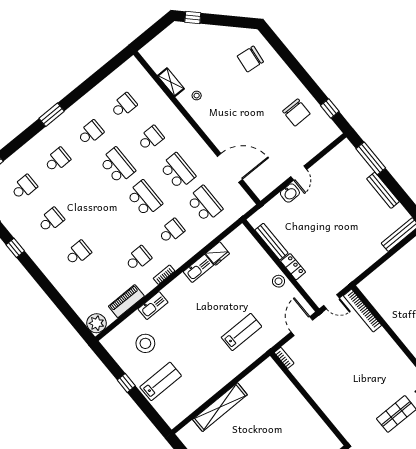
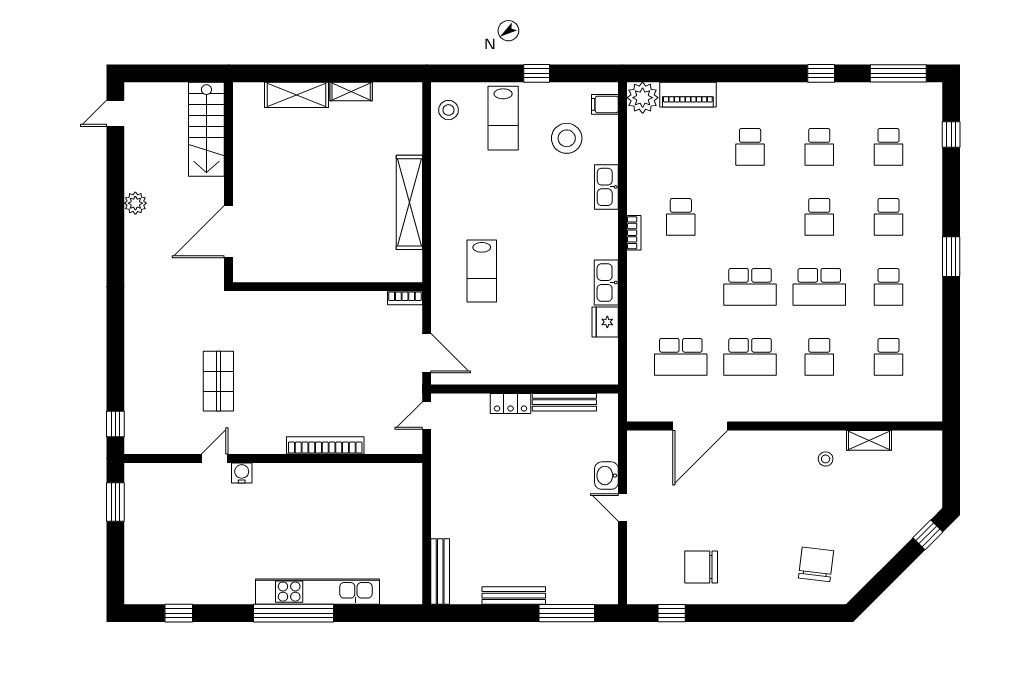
school desk: (171, 231) -> (819, 217), moved
stool: (279, 281) -> (448, 110), moved
piano: (126, 301) -> (688, 95), moved, turned 90
bookcase: (362, 311) -> (325, 445), moved
filing cabinet: (114, 338) -> (605, 104), added
shelving: (220, 407) -> (409, 202), moved

